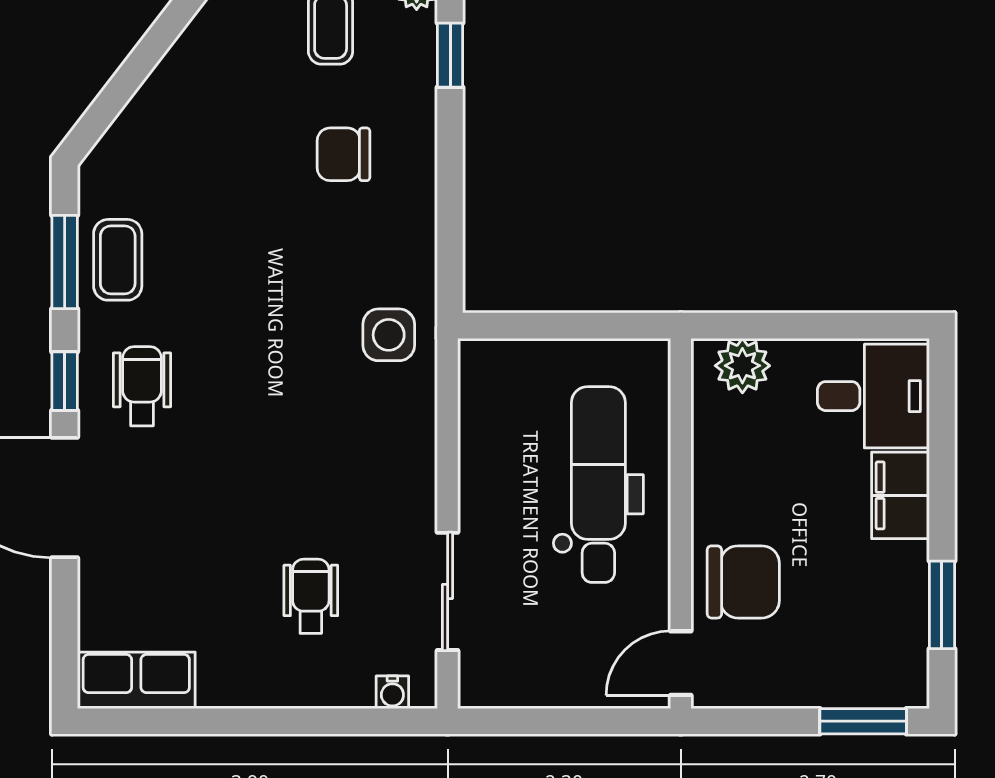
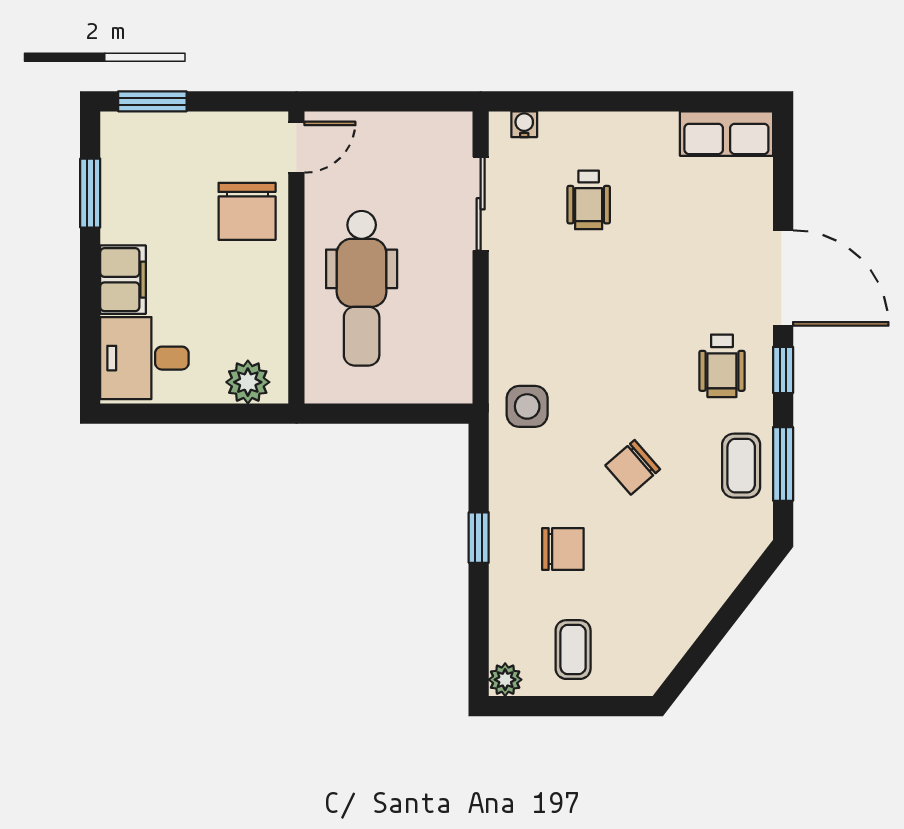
window: (450, 55) -> (479, 538), moved
chair: (255, 258) -> (633, 467), added
chair: (743, 582) -> (247, 211), turned -90

